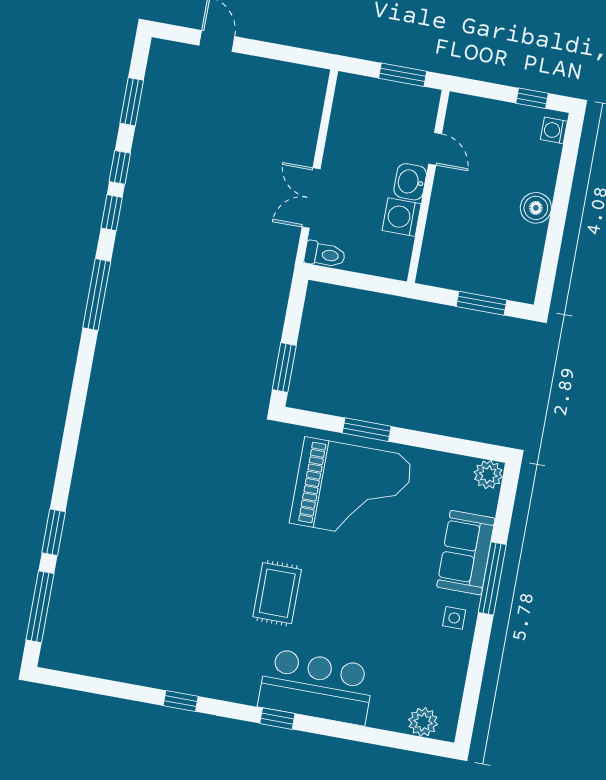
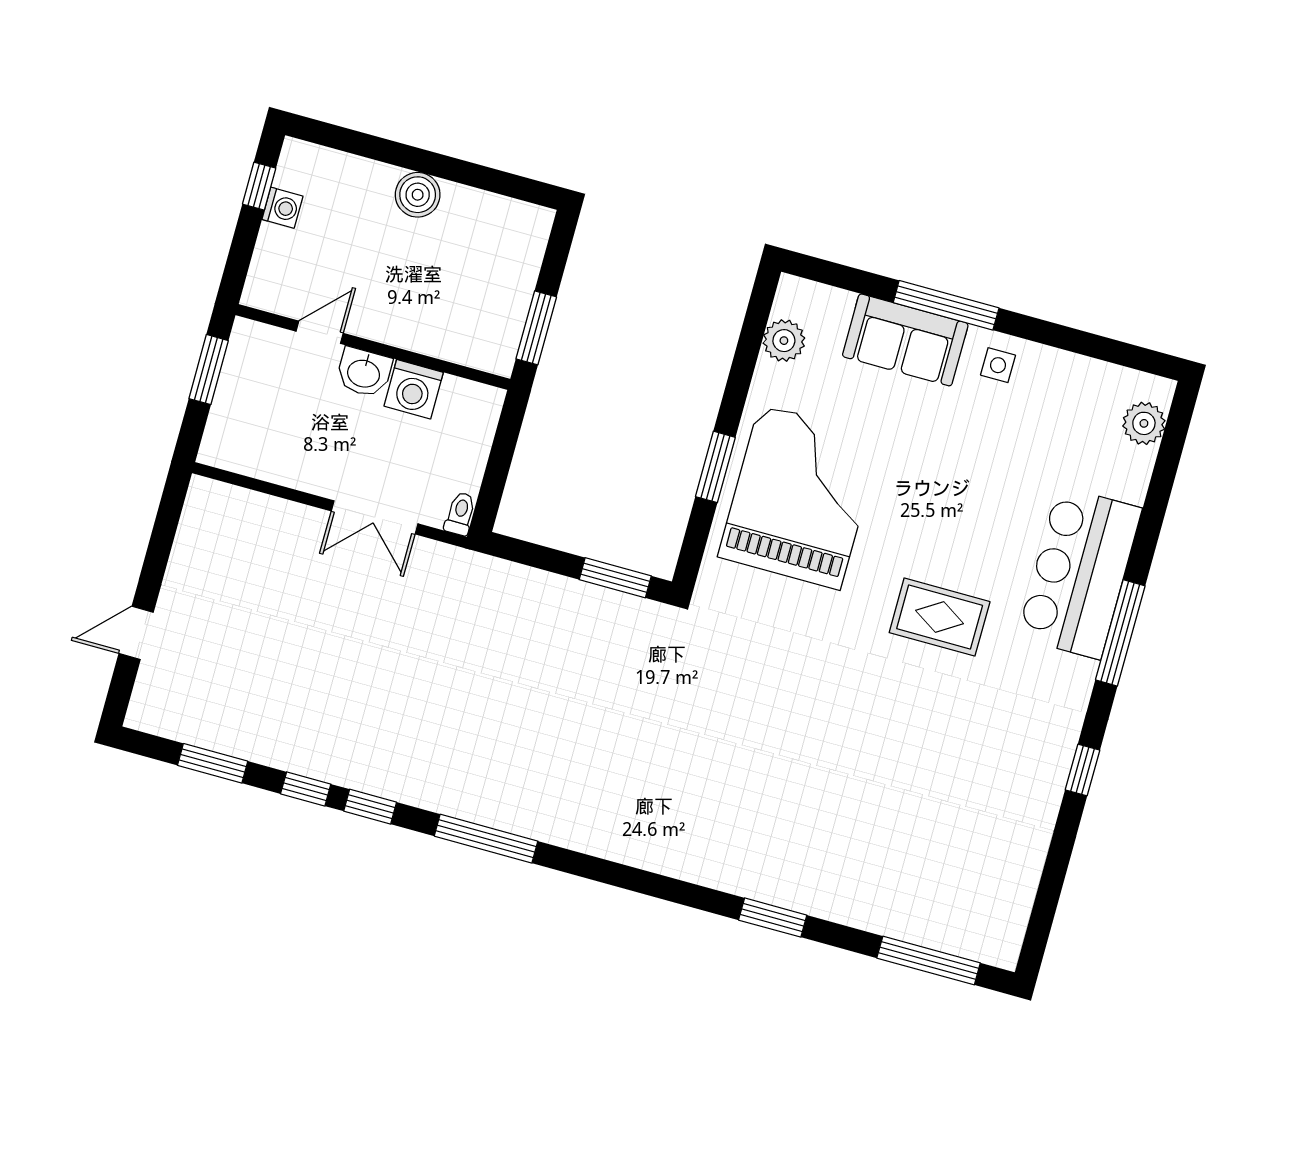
washing machine: (554, 130) -> (282, 208), moved, turned -90
toilet: (325, 255) -> (460, 514), width x0.73, depth x0.72
window: (481, 303) -> (536, 328), moved
plant: (488, 475) -> (784, 341), moved
window: (54, 532) -> (773, 918), moved
window: (277, 719) -> (1120, 633), width x2.17

